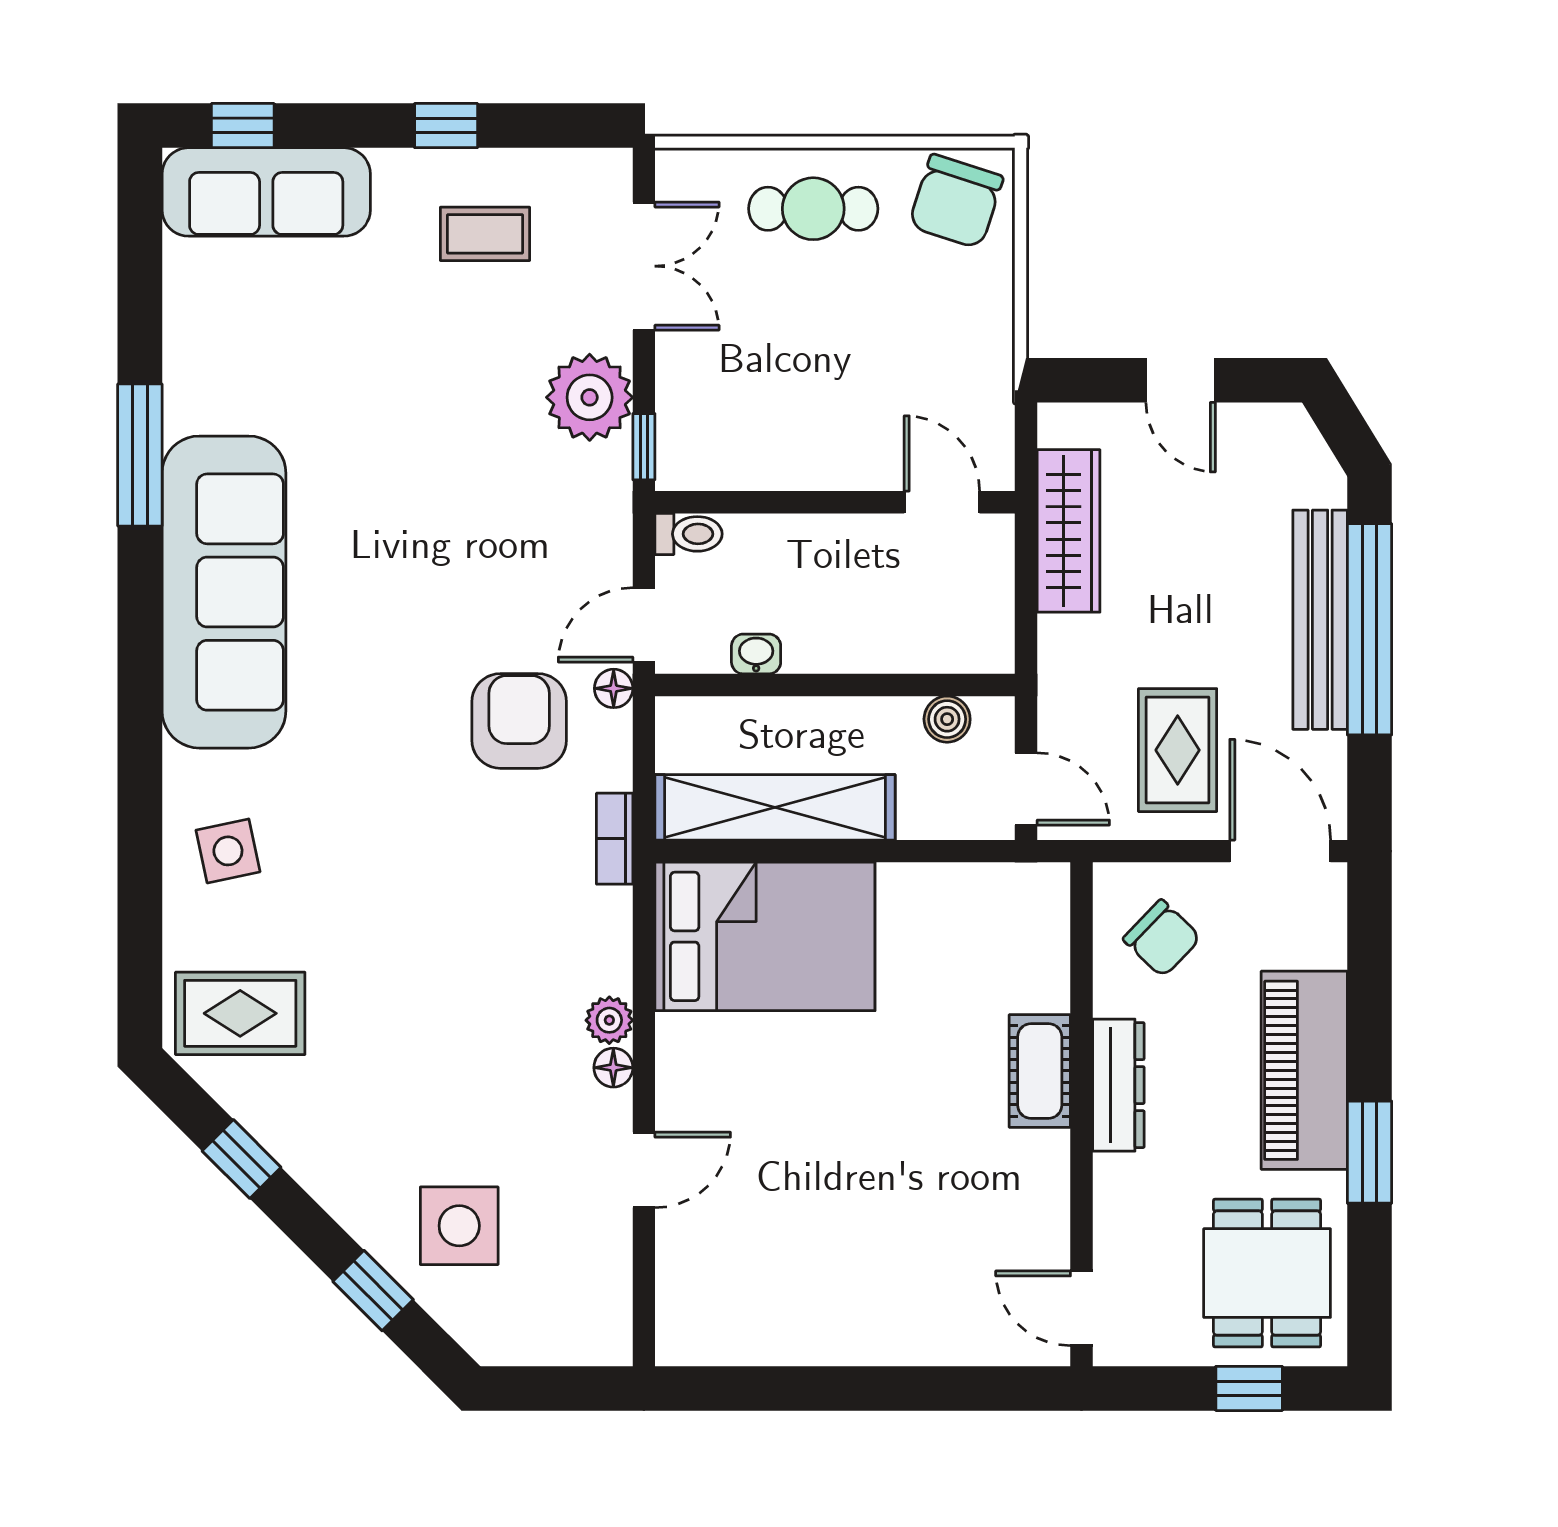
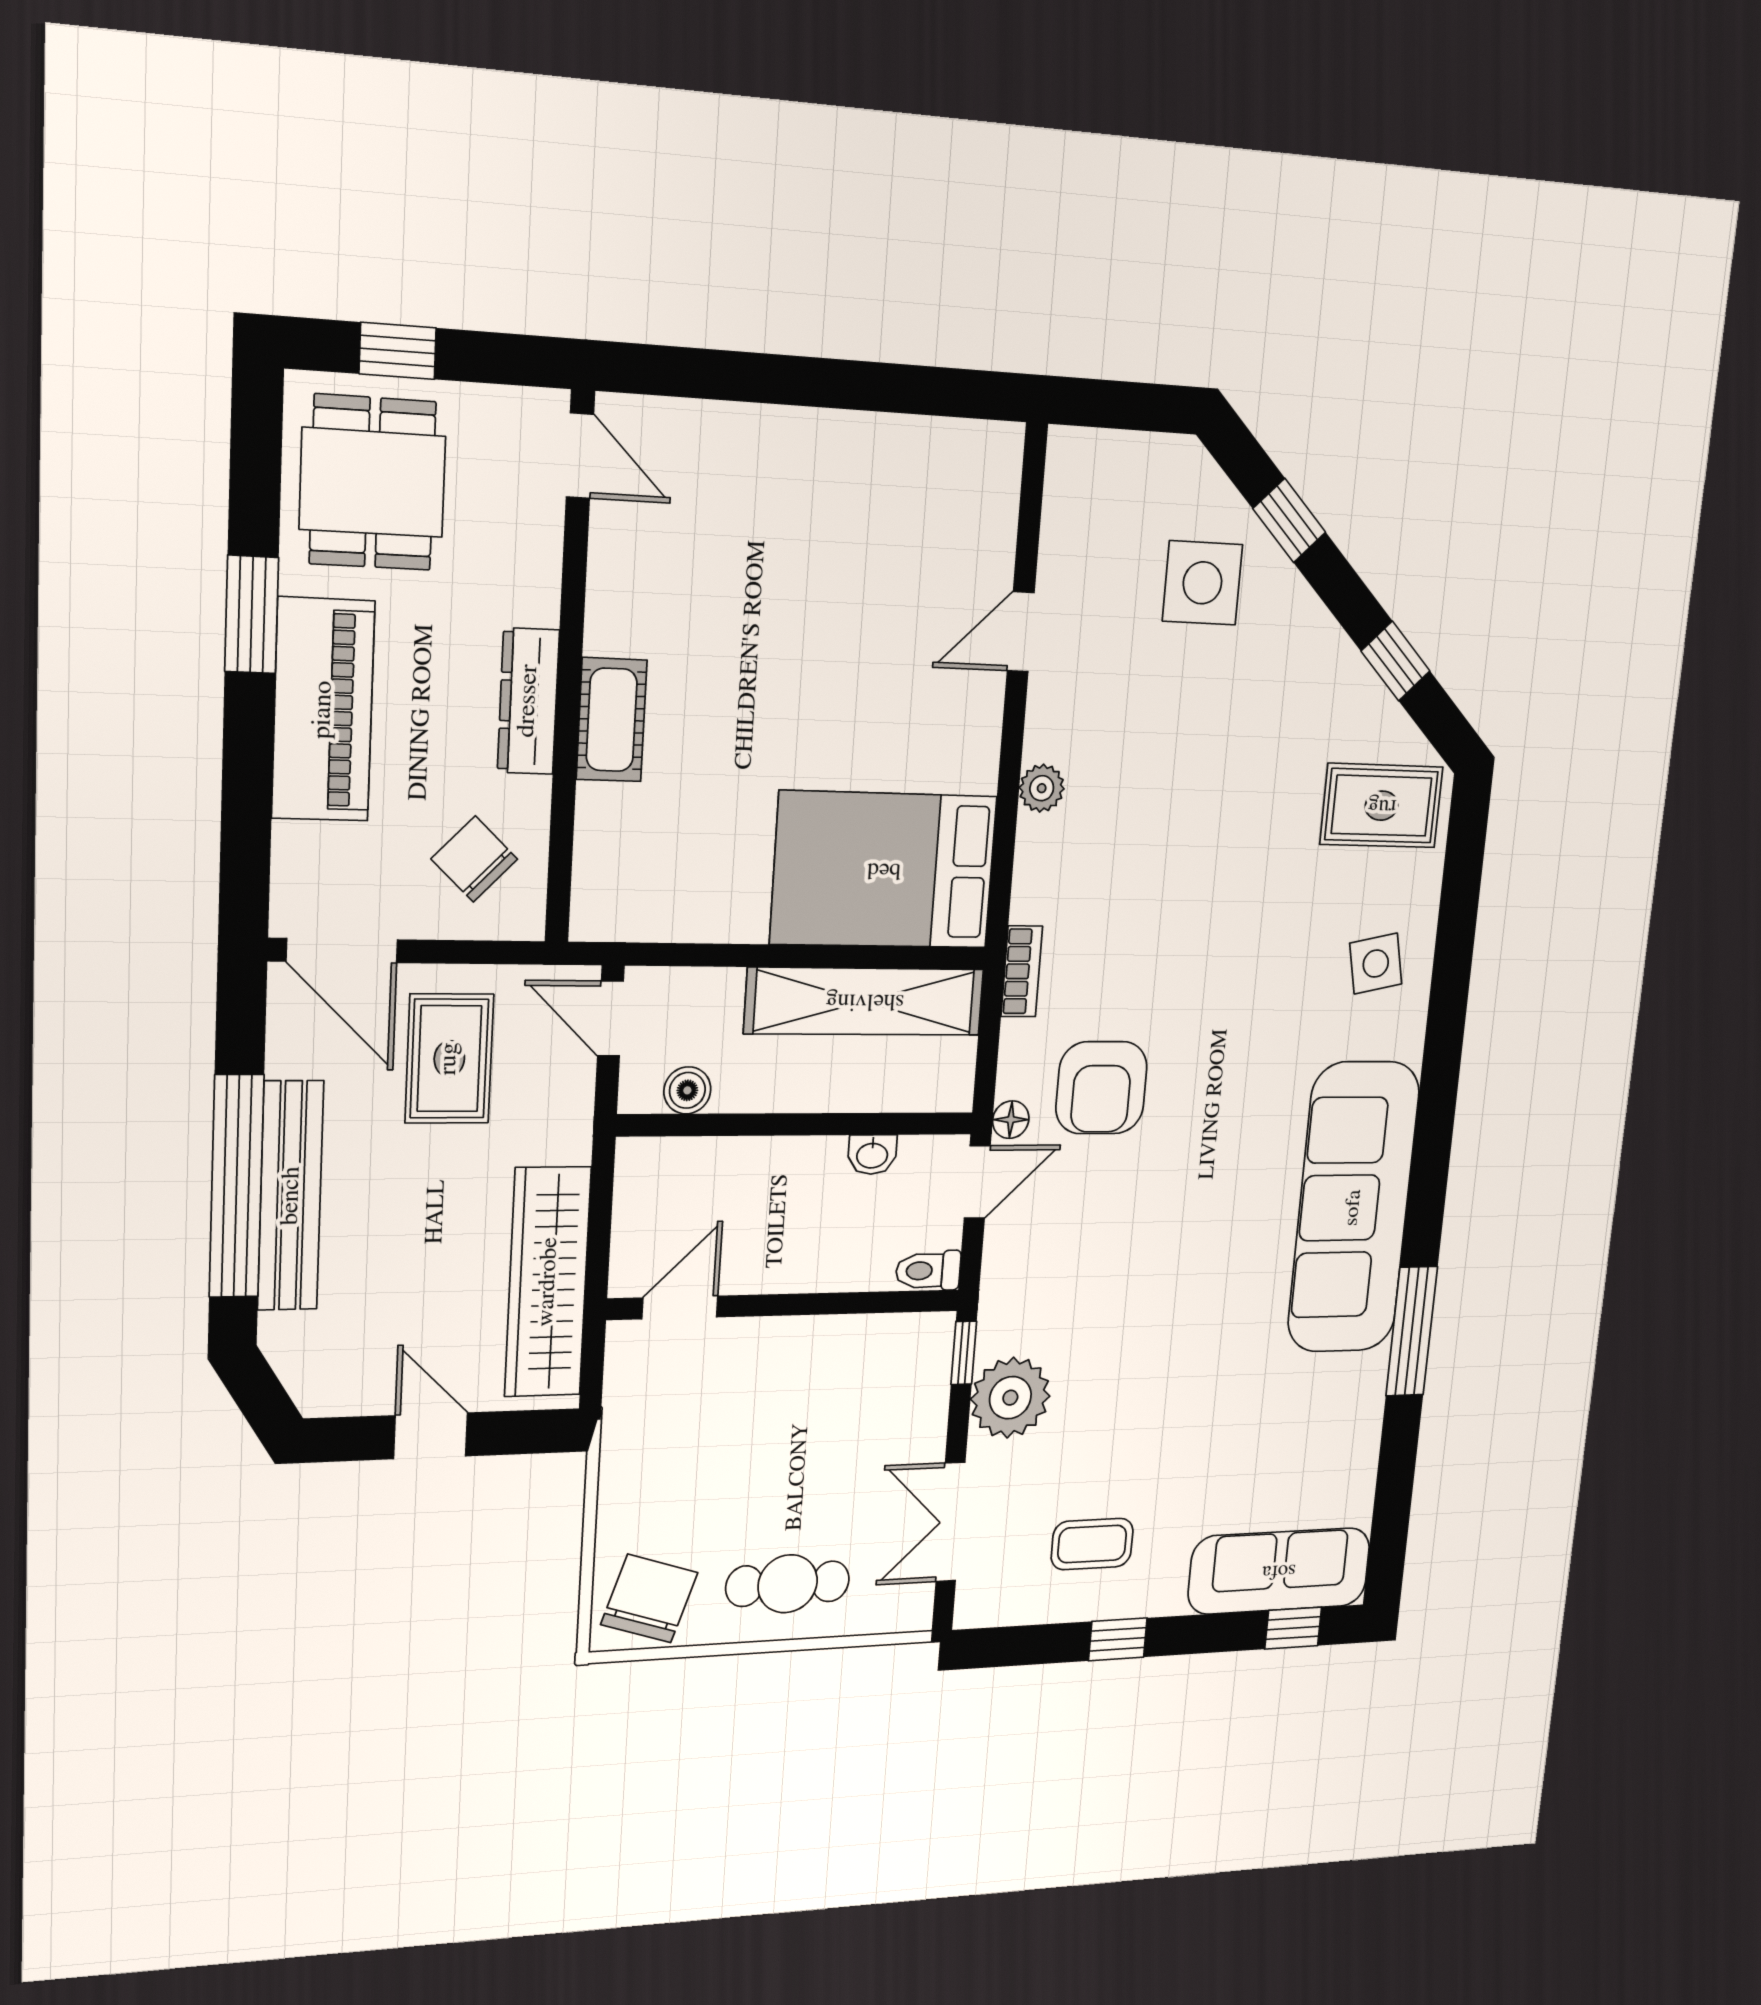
door: (942, 502) -> (680, 1307), swing flipped
wardrobe: (1069, 531) -> (548, 1282), width x1.40, depth x1.17
floor lamp: (613, 1068) -> (1042, 739), removed

